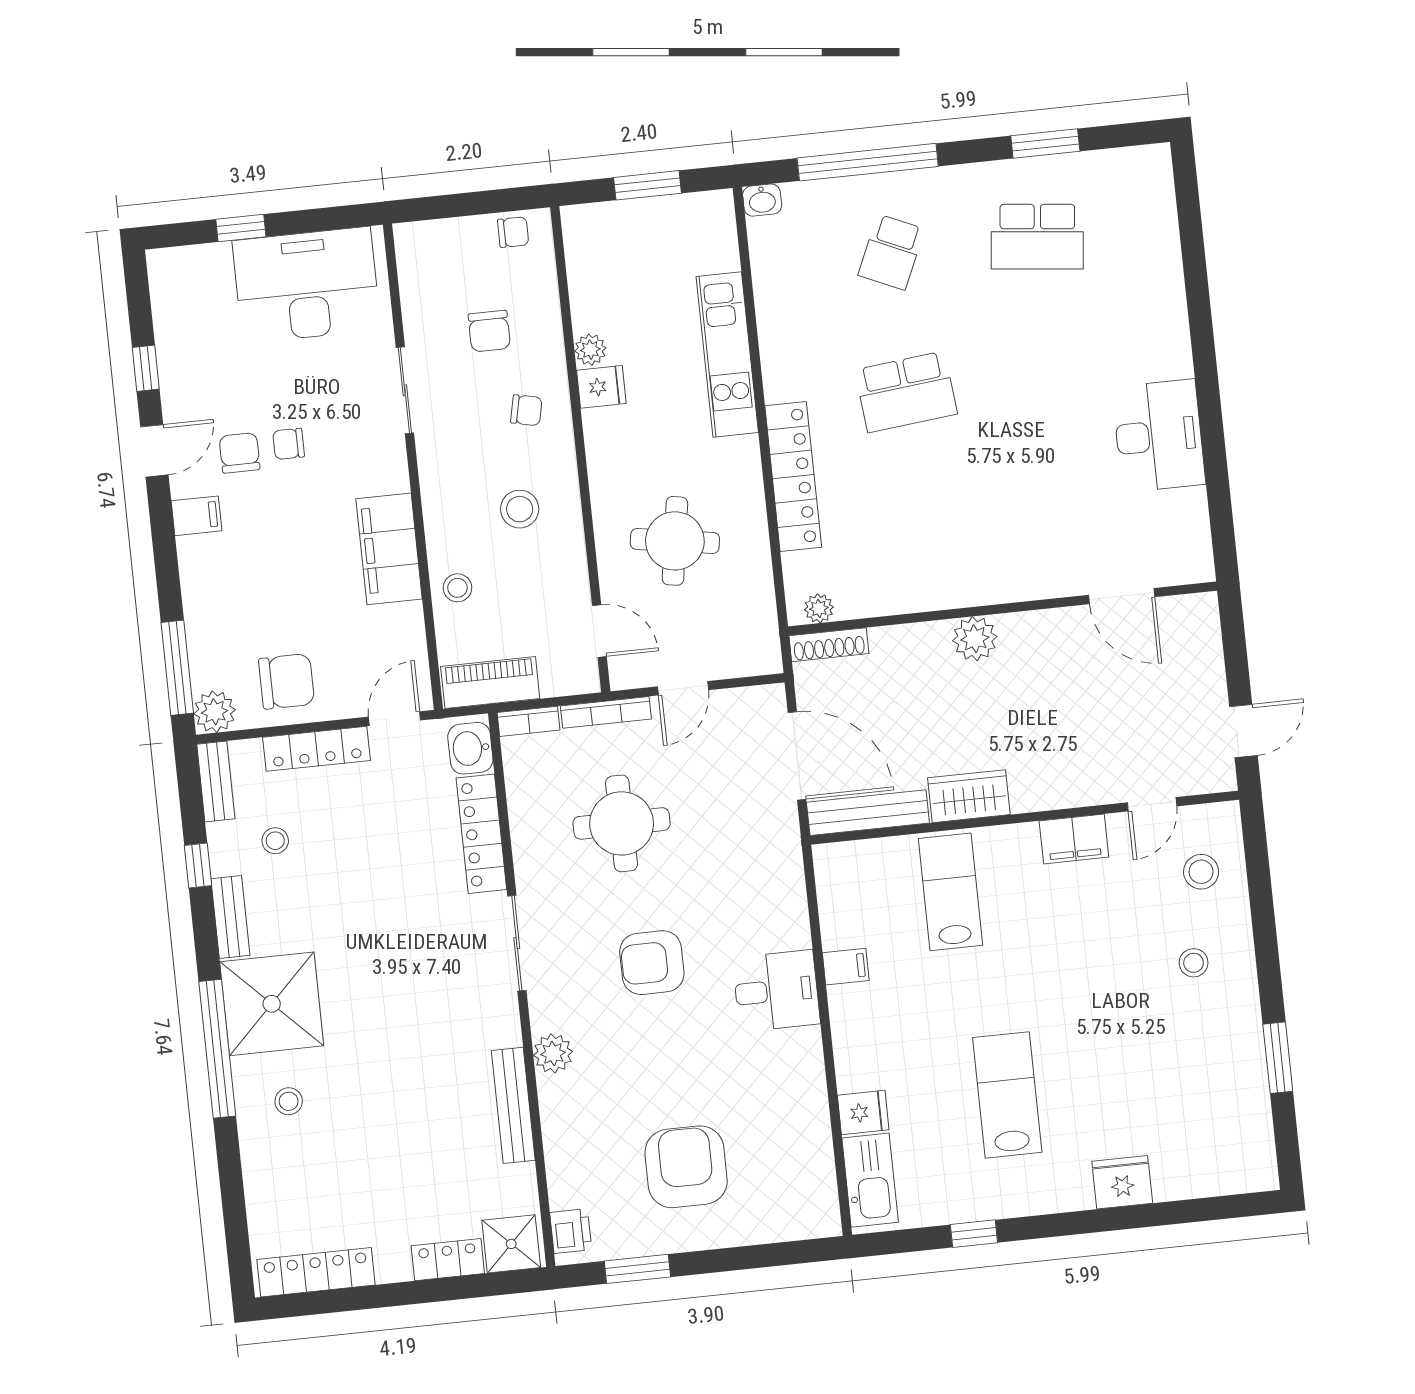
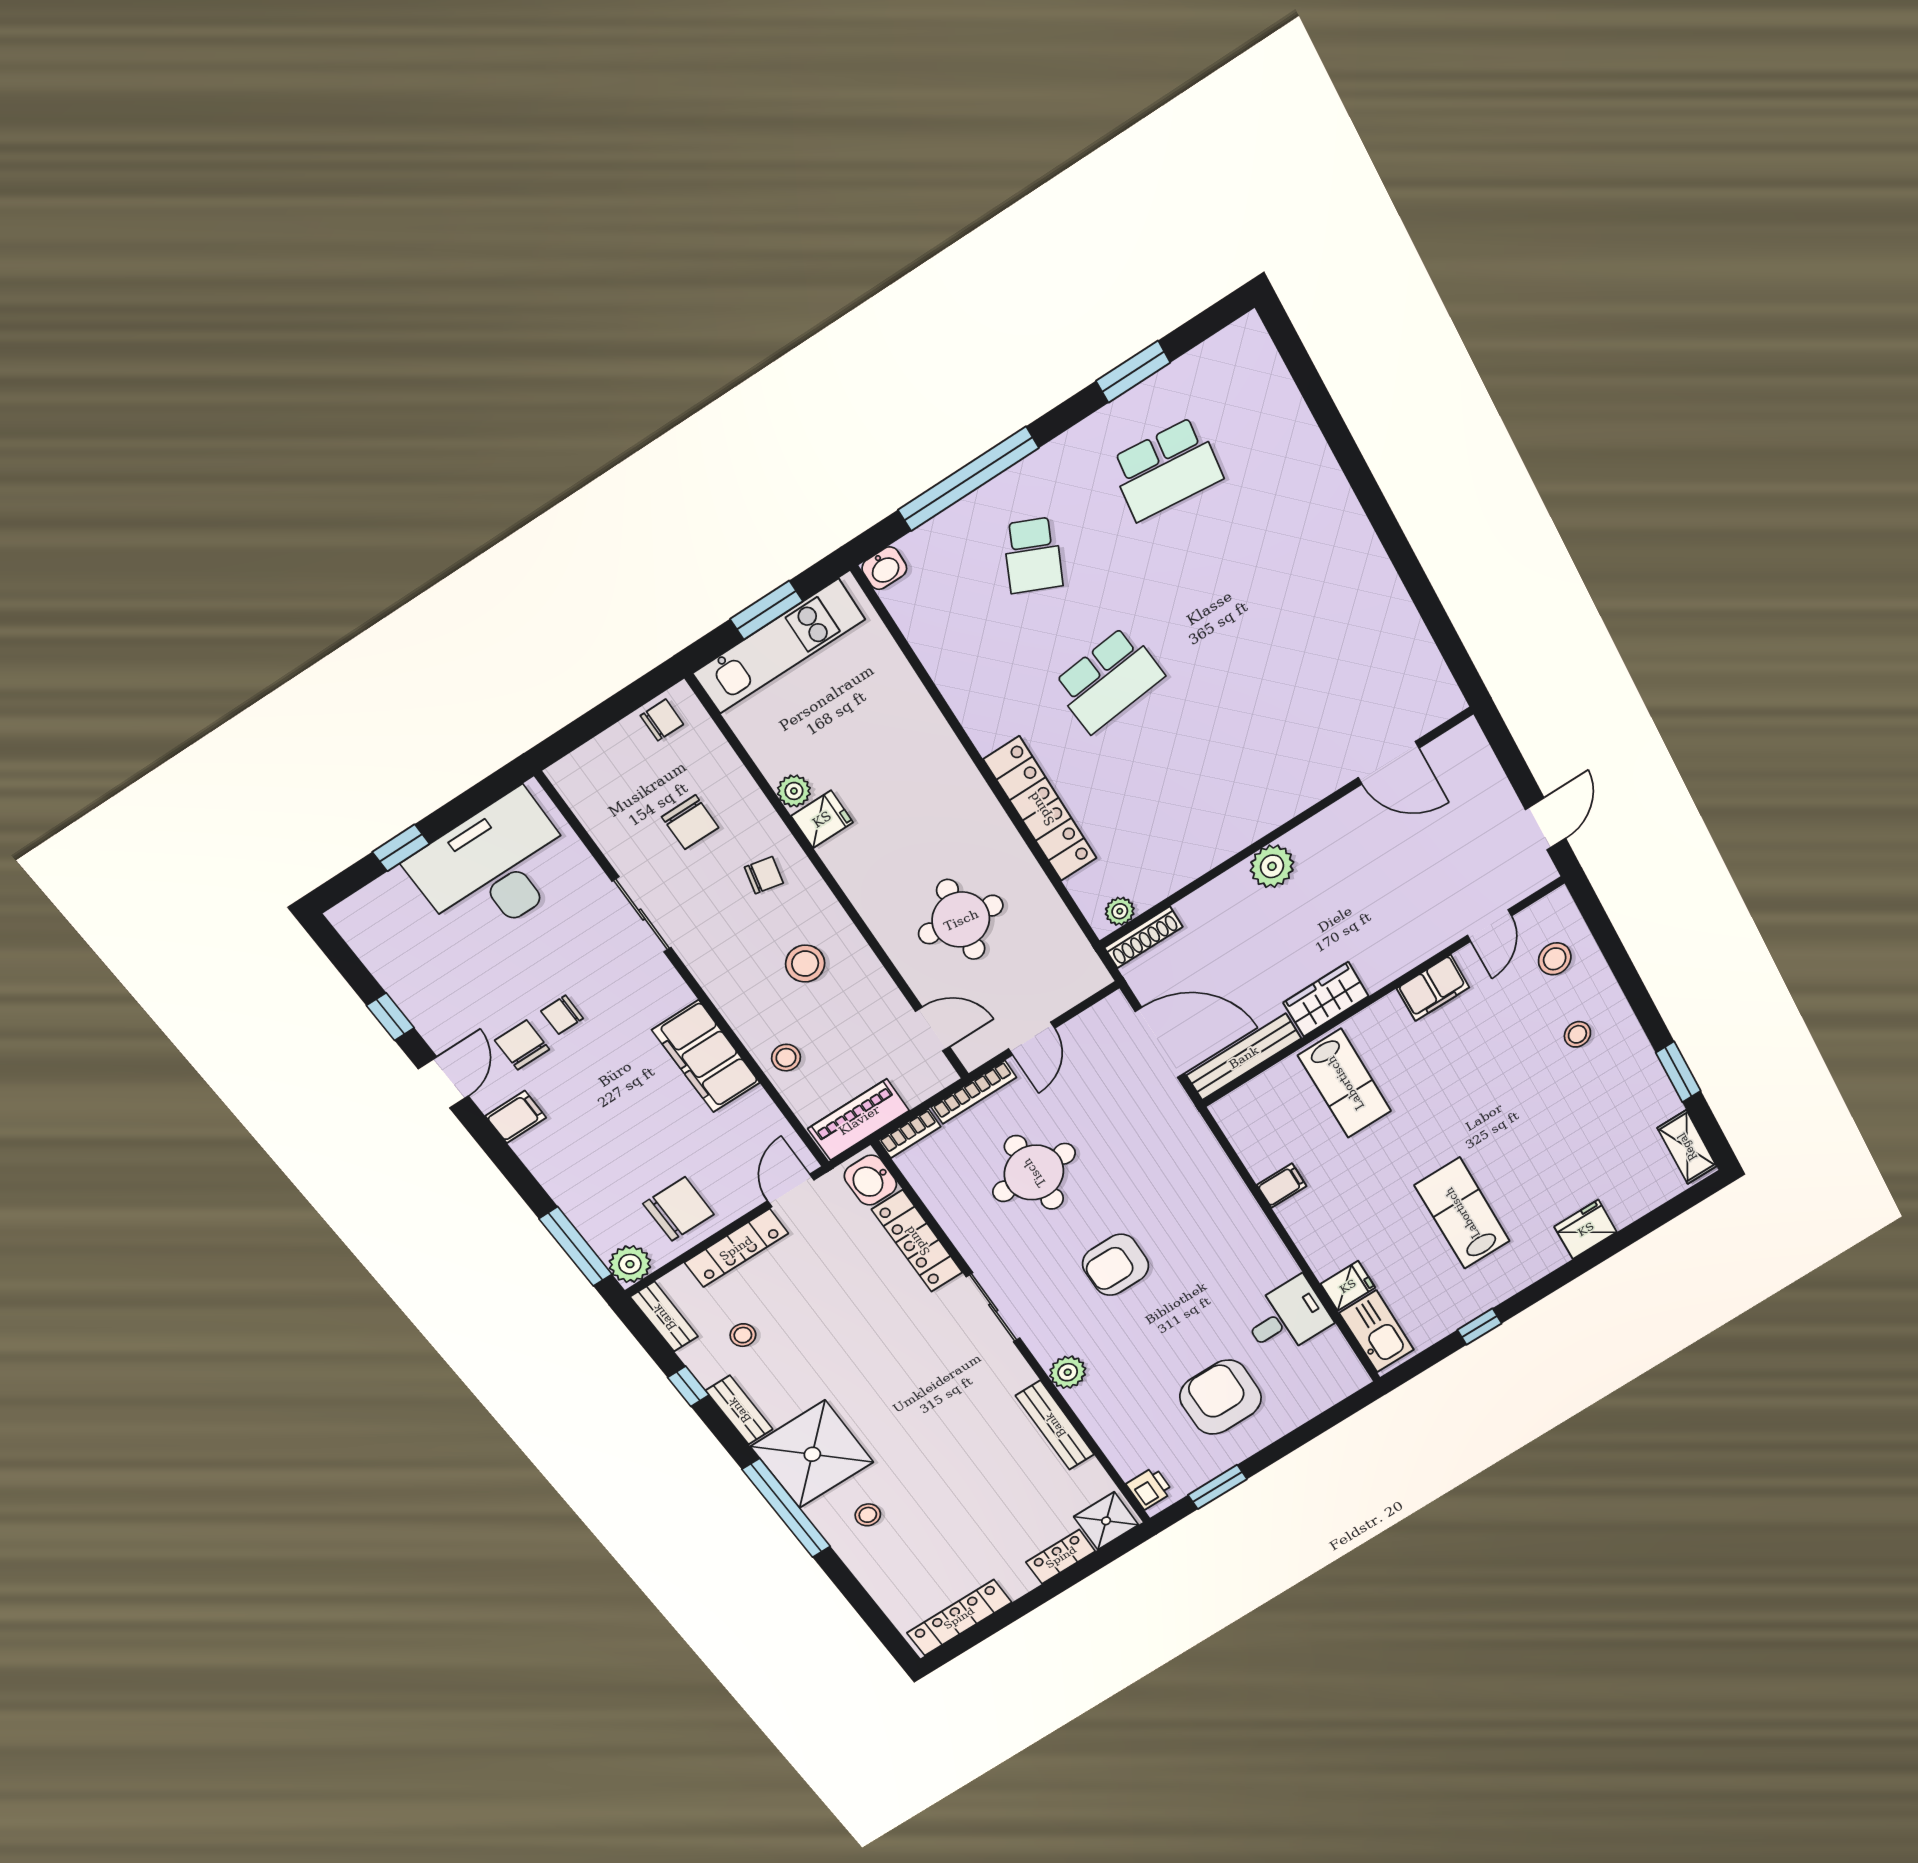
kitchen unit: (727, 354) -> (779, 646), moved, turned -90
desk: (1159, 436) -> (1362, 601), removed
lab bench: (951, 892) -> (1345, 1083), turned 180
desk: (776, 991) -> (1287, 1317), moved
shelving: (1257, 1146) -> (1687, 1147), added

